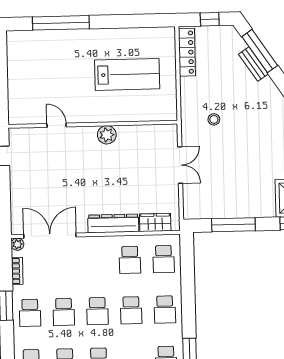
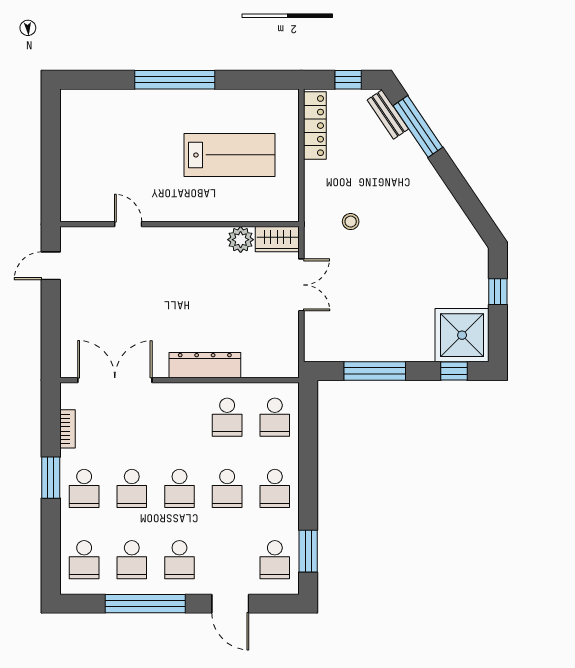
window: (61, 23) -> (175, 80), moved
bench: (253, 64) -> (388, 114), moved
plant: (107, 135) -> (241, 240), moved
wardrobe: (155, 222) -> (277, 239), moved, turned 180
plant: (17, 244) -> (69, 391), removed

